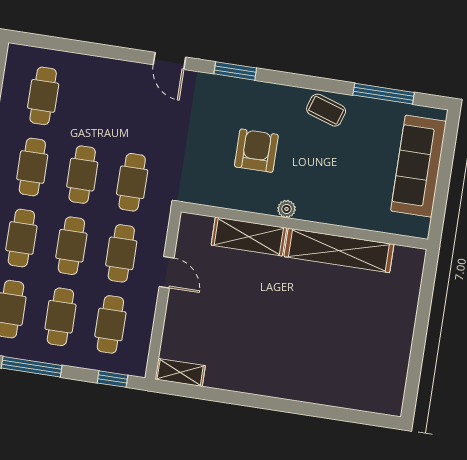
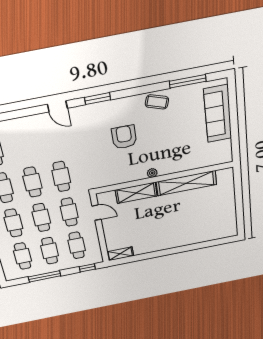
plant: (287, 209) -> (152, 173), moved
wall: (304, 226) -> (164, 178), moved
shelving: (249, 236) -> (136, 193), moved
shelving: (339, 250) -> (186, 183), moved

